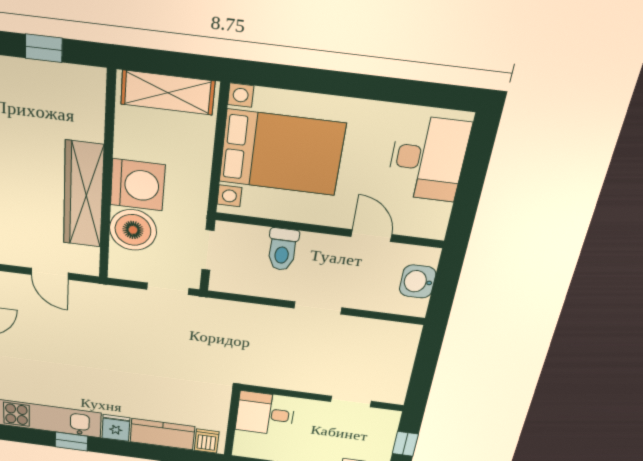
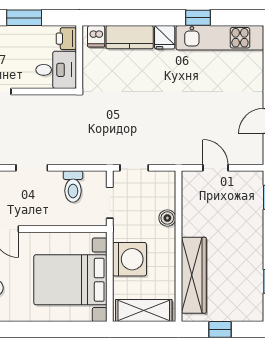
washing machine: (138, 185) -> (129, 259), moved, turned 180
wardrobe: (83, 195) -> (194, 275), moved
boiler: (133, 230) -> (167, 218), width x0.54, depth x0.54
toilet: (282, 249) -> (73, 187), moved, turned 180
printer: (247, 444) -> (66, 39), added

